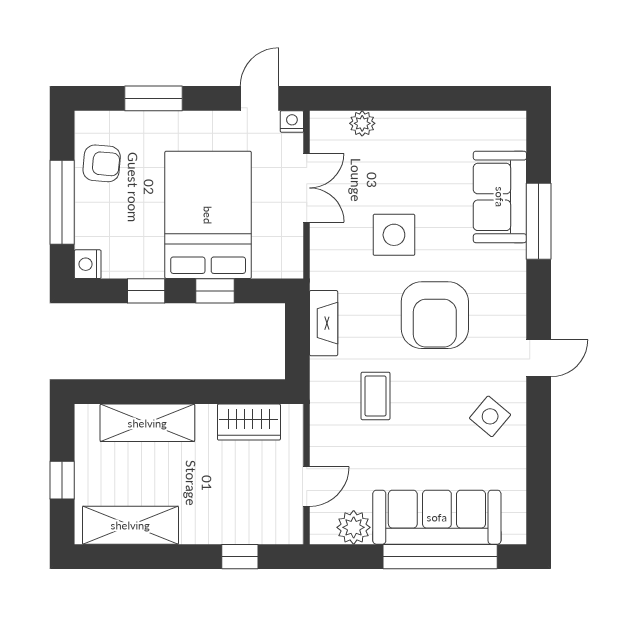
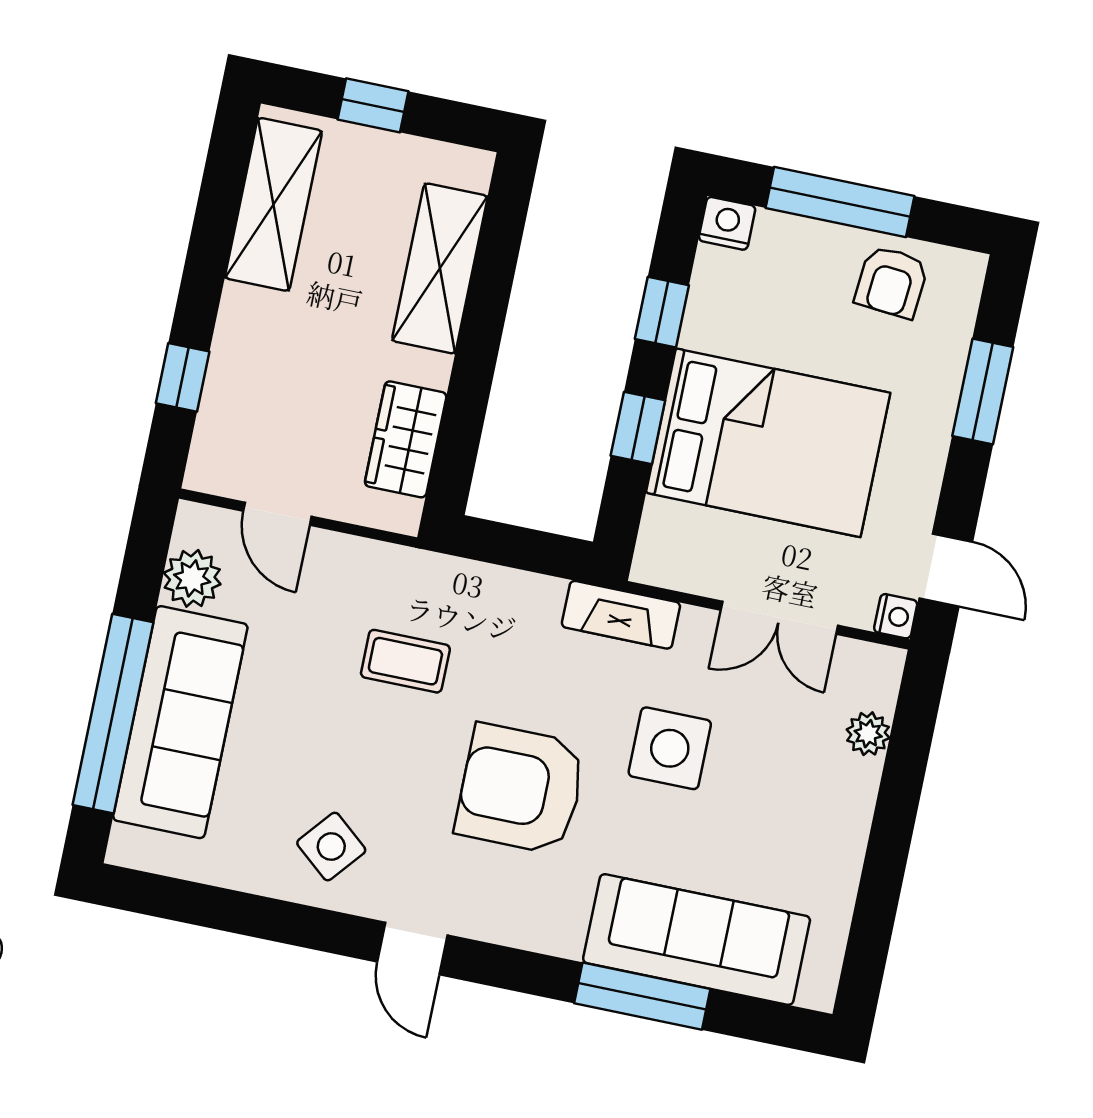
sofa: (500, 197) -> (697, 939), width x1.36
fireplace: (324, 323) -> (621, 615), moved

